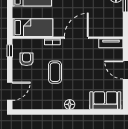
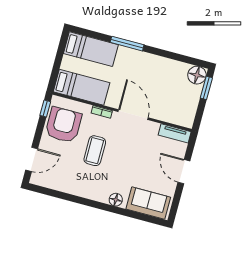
door: (76, 38) -> (133, 115), hinge flipped
armchair: (26, 59) -> (63, 125), width x1.88, depth x1.88
floor lamp: (70, 104) -> (116, 200), moved

